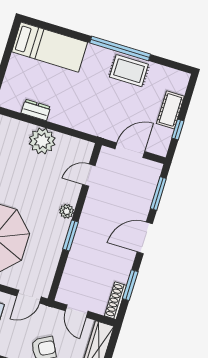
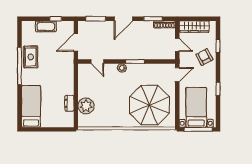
plant: (42, 141) -> (86, 106), moved
door: (130, 150) -> (76, 42), hinge flipped
door: (145, 238) -> (123, 19), hinge flipped
door: (29, 297) -> (177, 75), hinge flipped
door: (77, 311) -> (177, 45), hinge flipped

